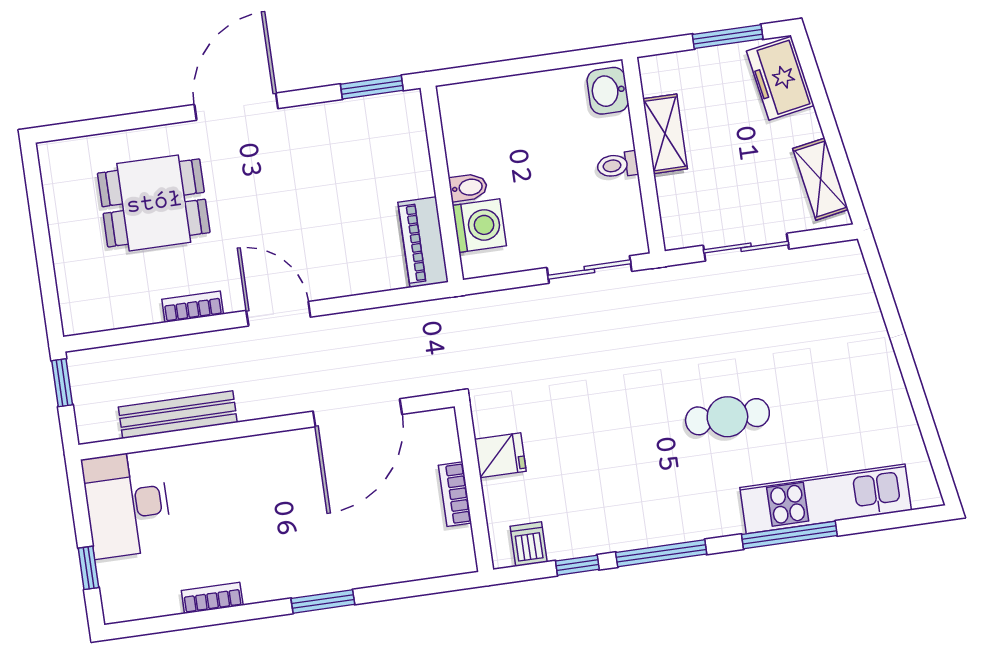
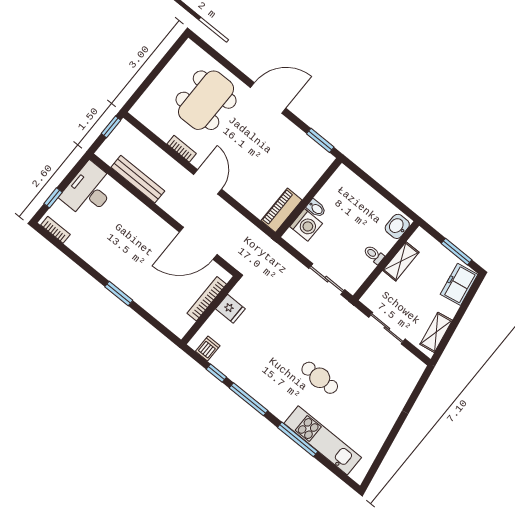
dining table: (154, 203) -> (206, 100), width x1.38
bookcase: (455, 494) -> (207, 299), width x1.56
bookcase: (212, 598) -> (55, 230), moved

